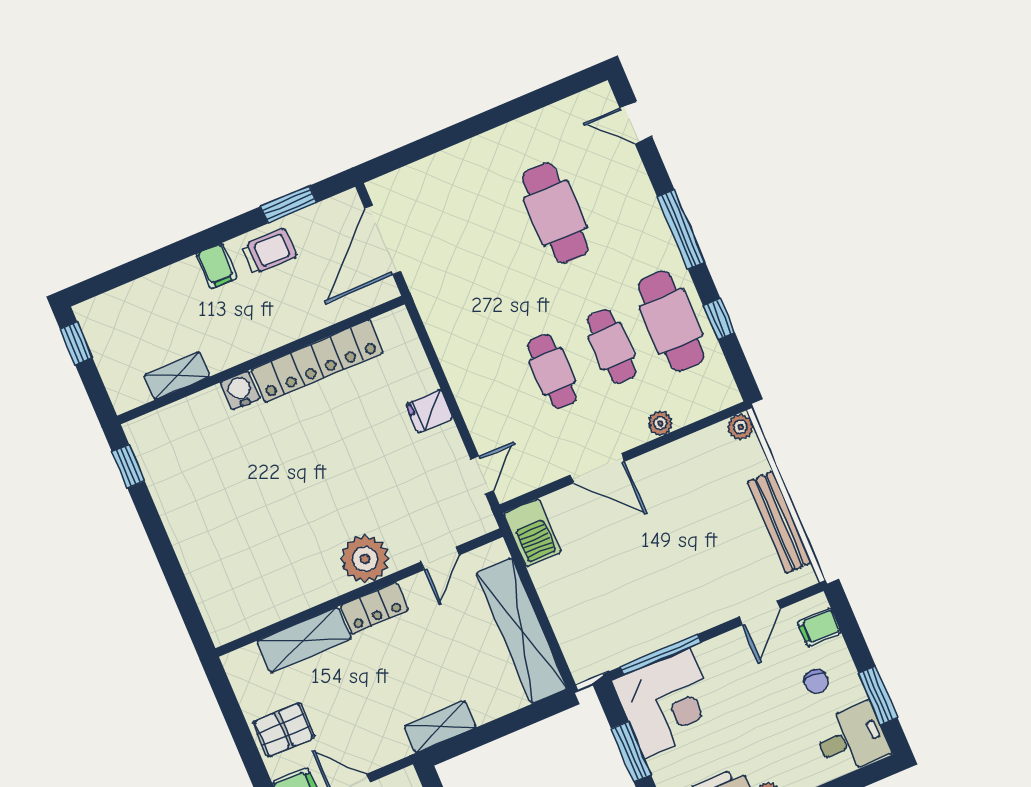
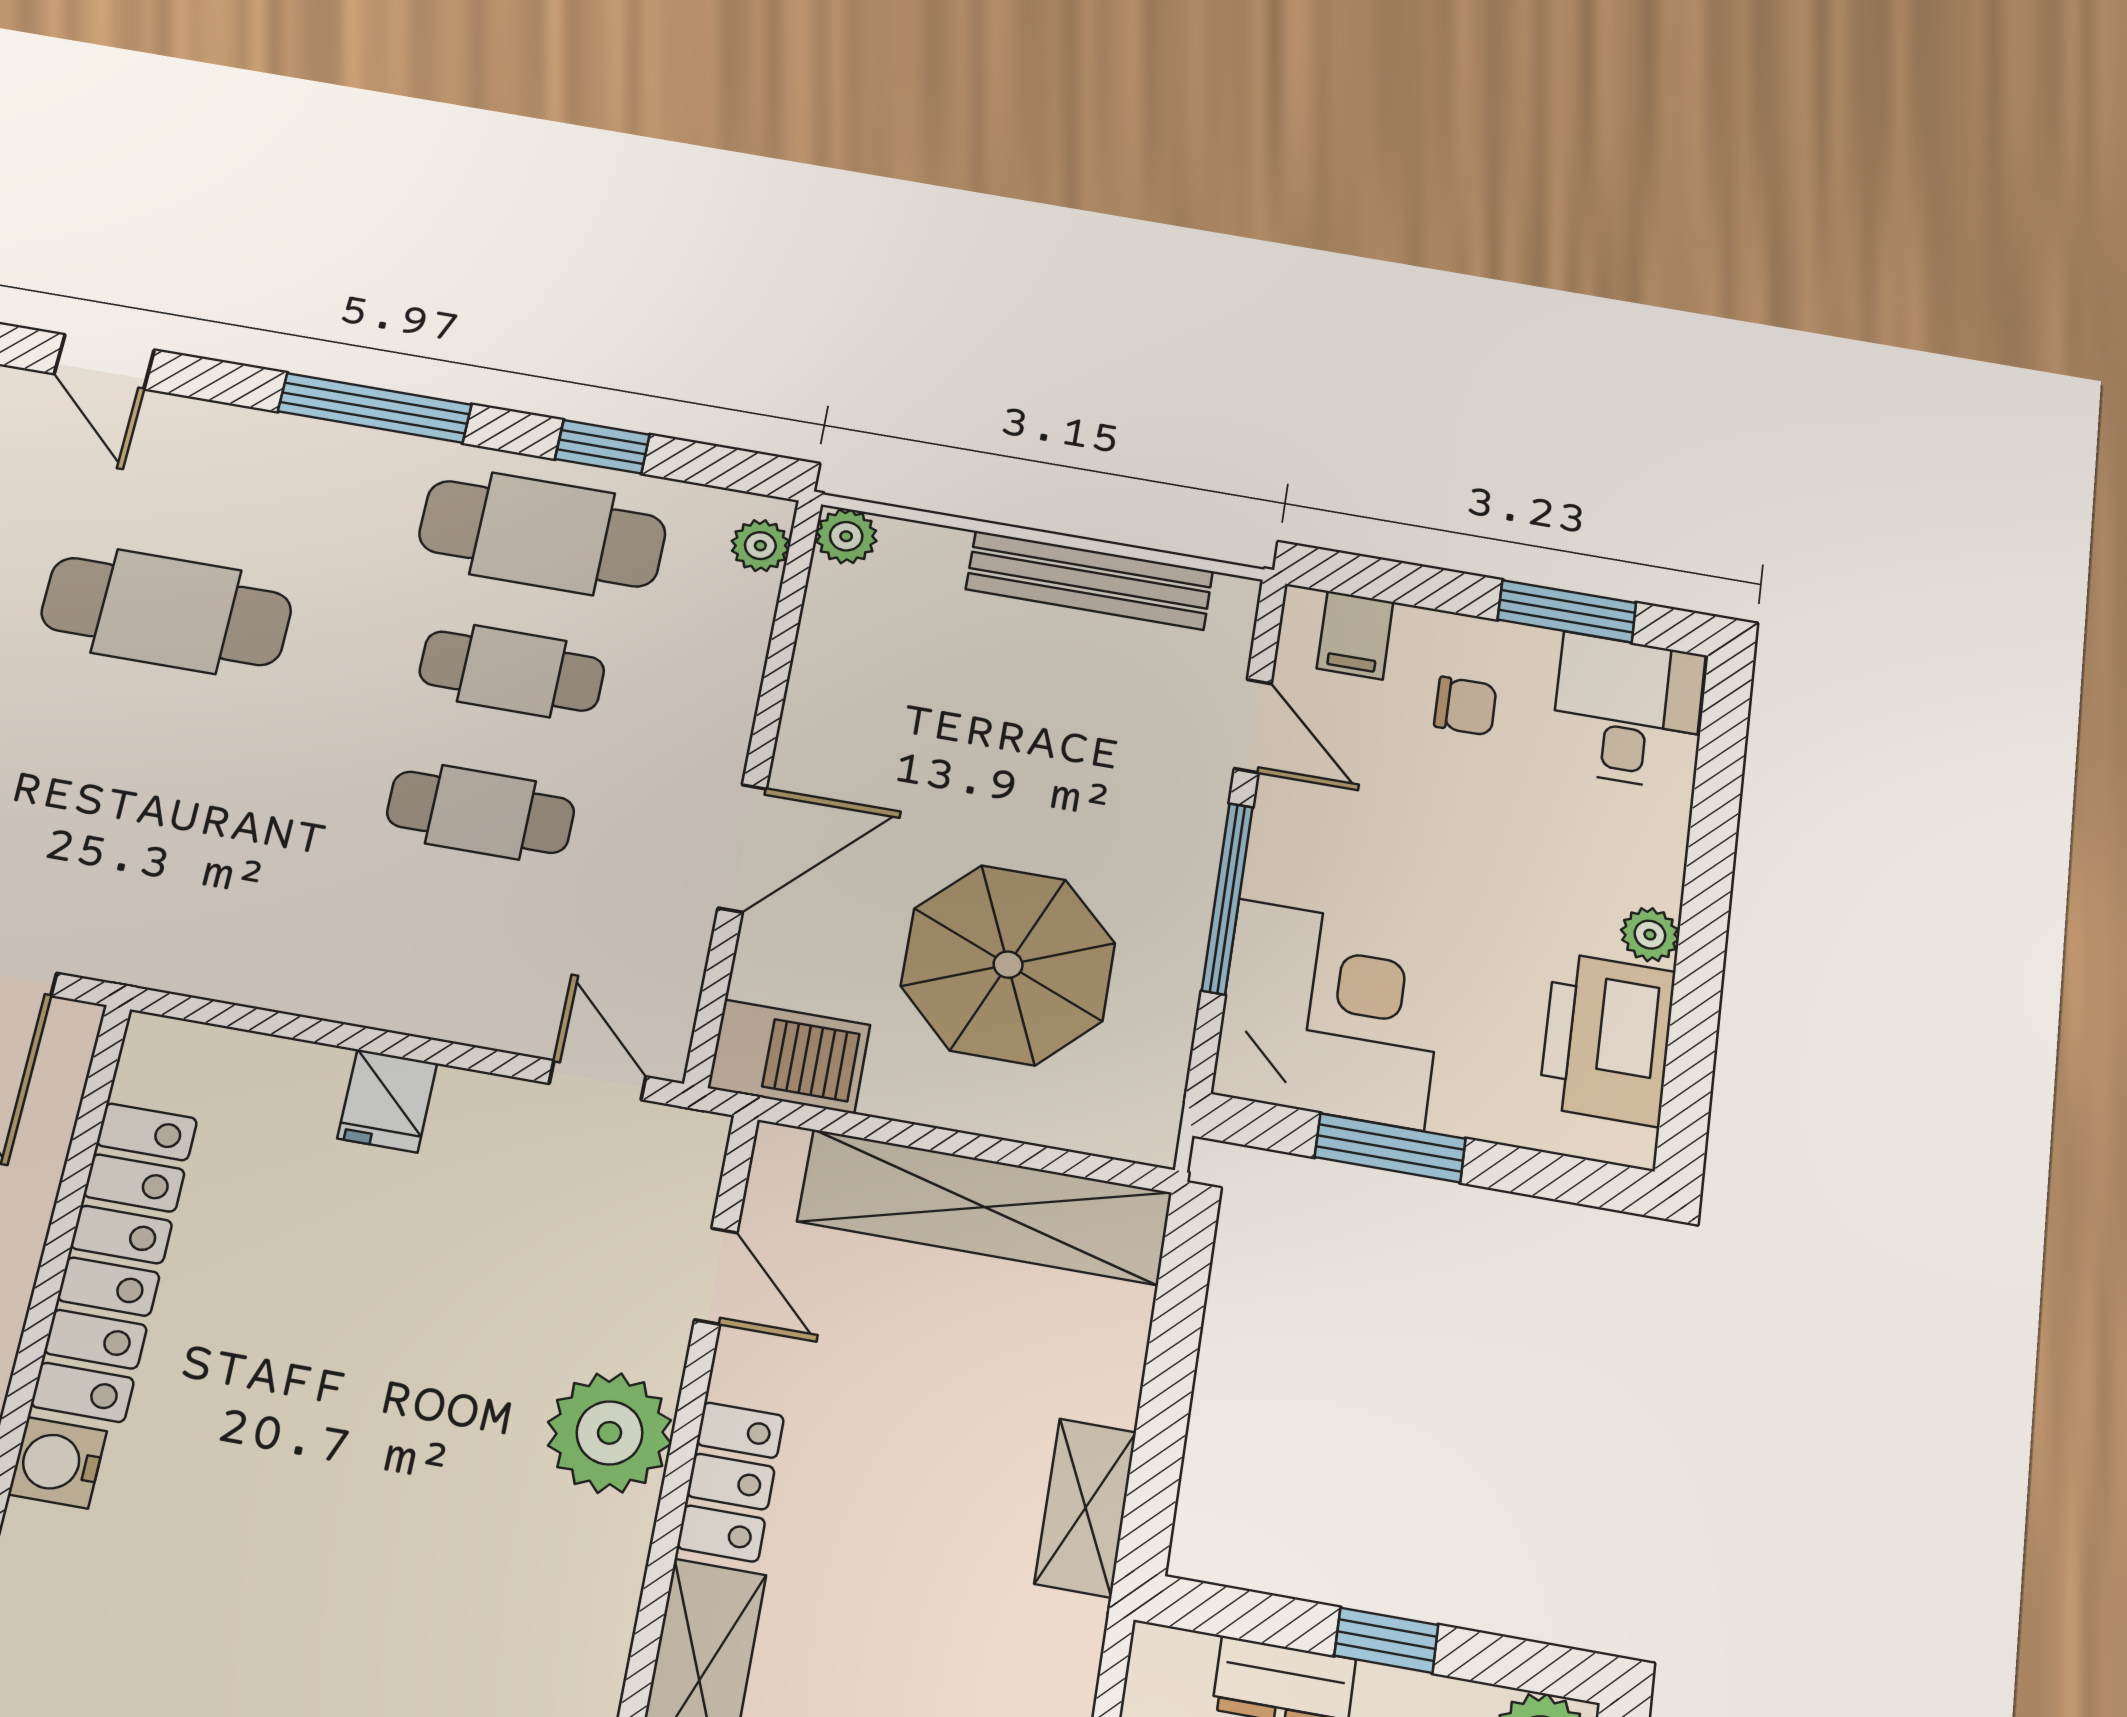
door: (636, 122) -> (104, 362), hinge flipped
plant: (660, 423) -> (760, 546), moved
parasol: (614, 585) -> (1008, 965), added
window: (660, 655) -> (1227, 898), moved

